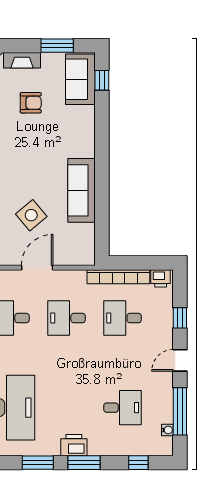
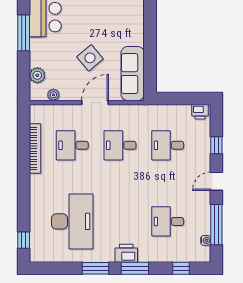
sofa: (81, 190) -> (133, 74), moved
bookcase: (118, 277) -> (164, 110), removed
desk: (123, 408) -> (168, 221), turned 180

